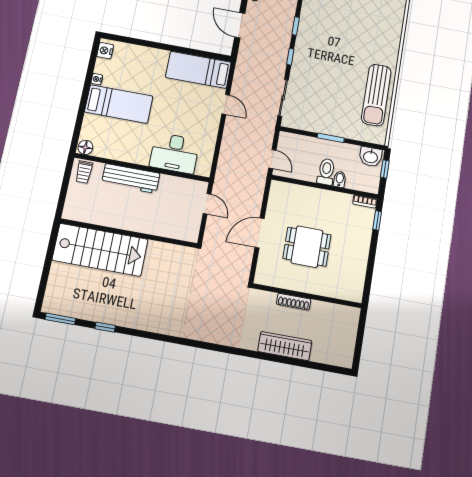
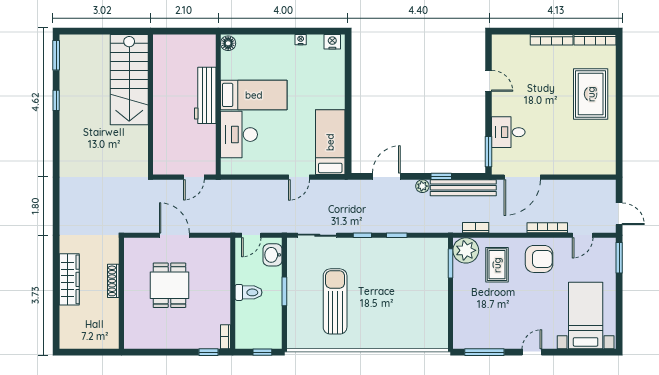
sun lounger: (376, 95) -> (335, 301), moved, turned 90
bed: (119, 104) -> (254, 95), moved, turned -90
washbasin: (371, 157) -> (273, 255), moved
trolley: (84, 172) -> (203, 47), removed
bidet: (340, 179) -> (243, 307), removed

